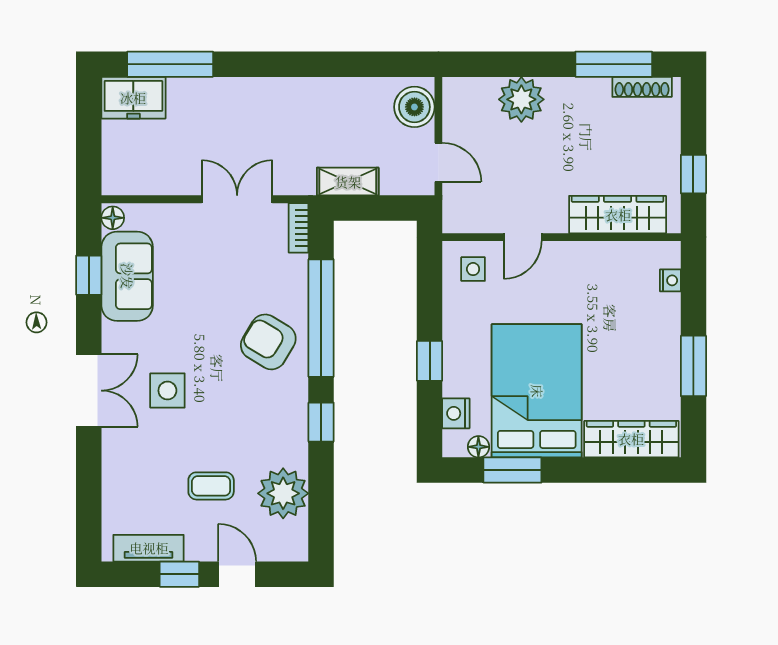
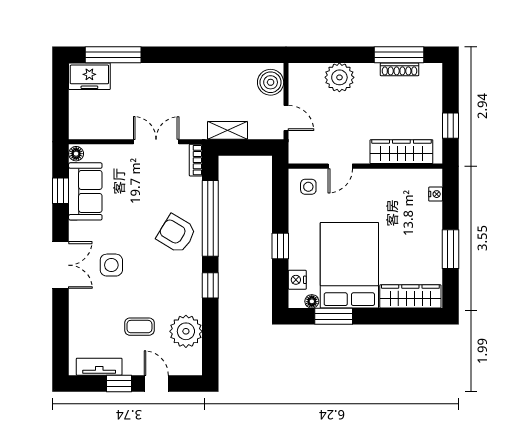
shoe rack: (642, 87) -> (400, 69), moved

